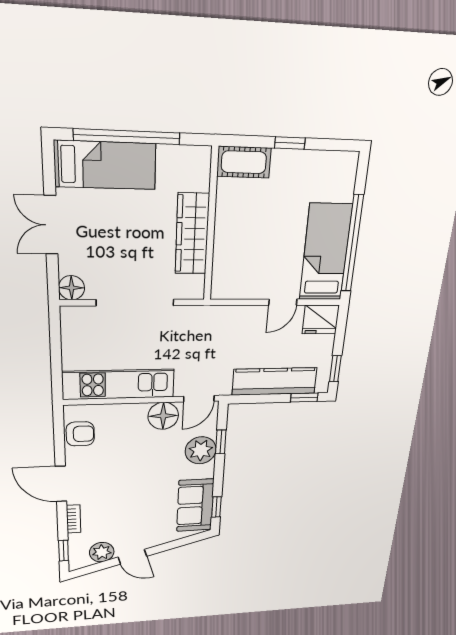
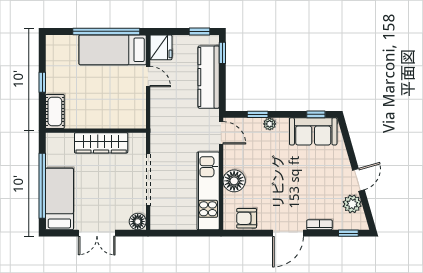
floor lamp: (163, 416) -> (234, 181), moved
armchair: (80, 434) -> (247, 218), turned -90
plant: (201, 450) -> (270, 124), width x0.53, depth x0.53

